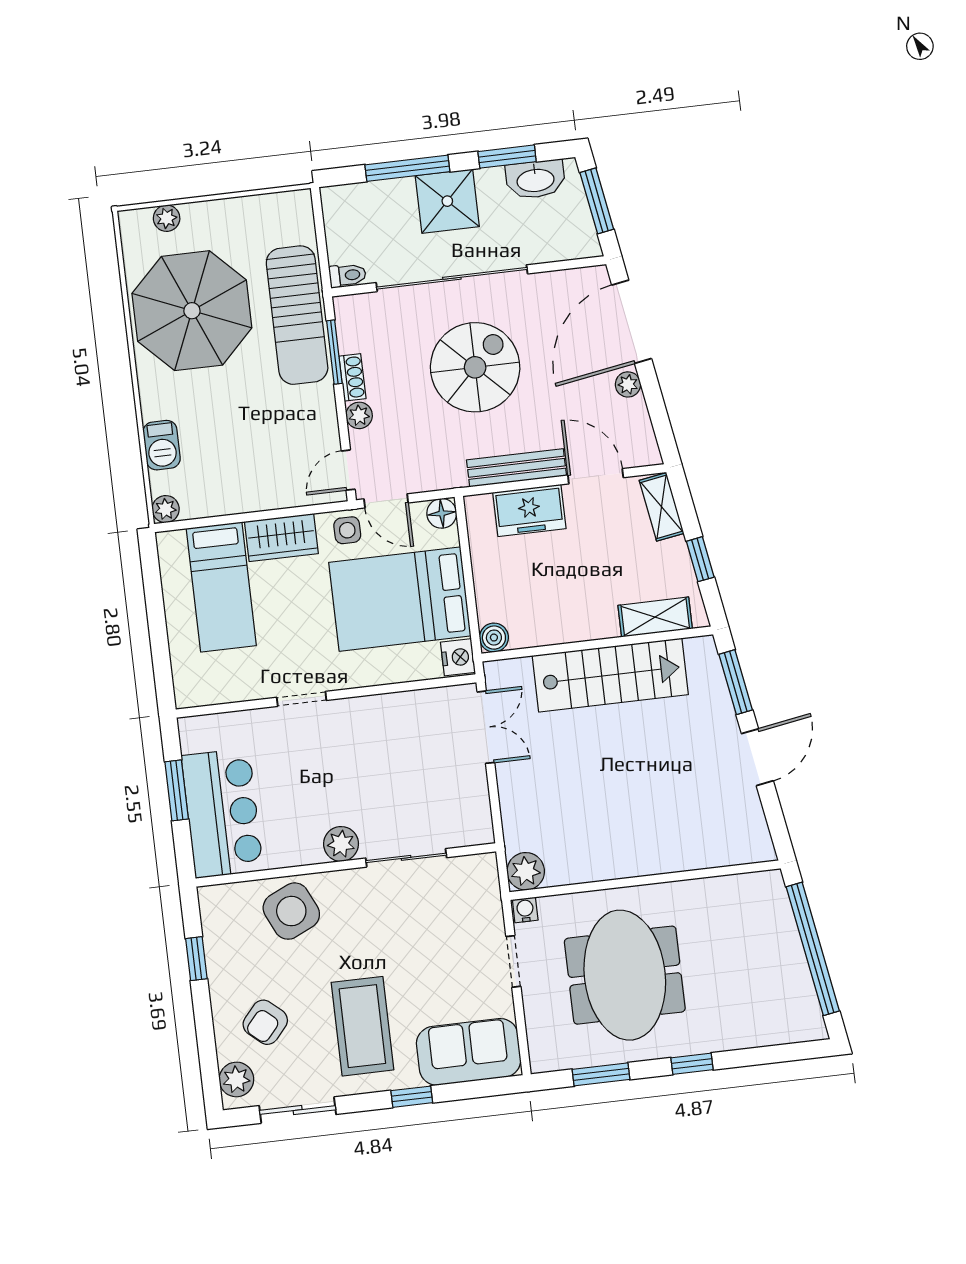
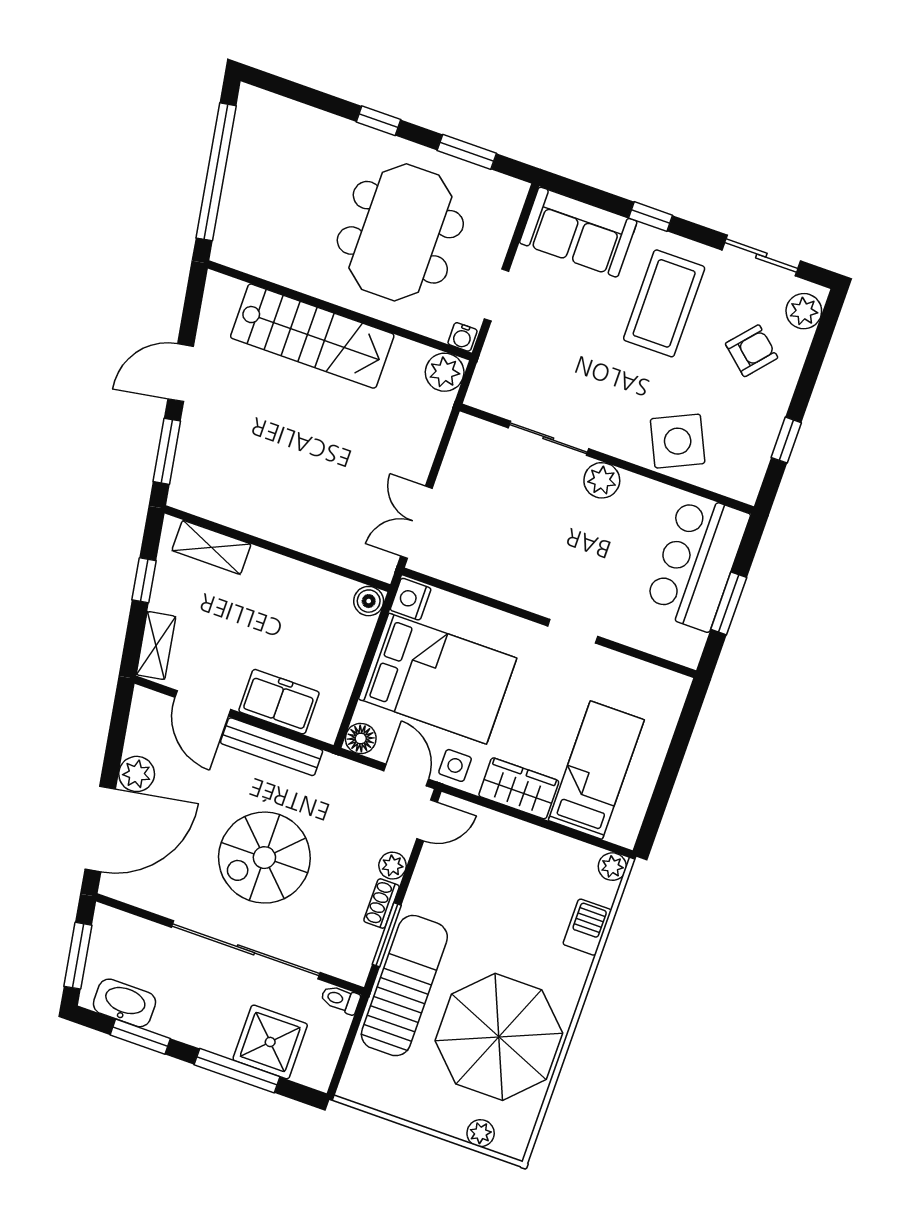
shower: (447, 201) -> (270, 1042), moved
plant: (628, 384) -> (137, 774), width x1.38, depth x1.38
stairs: (610, 675) -> (312, 336), moved, turned 180

